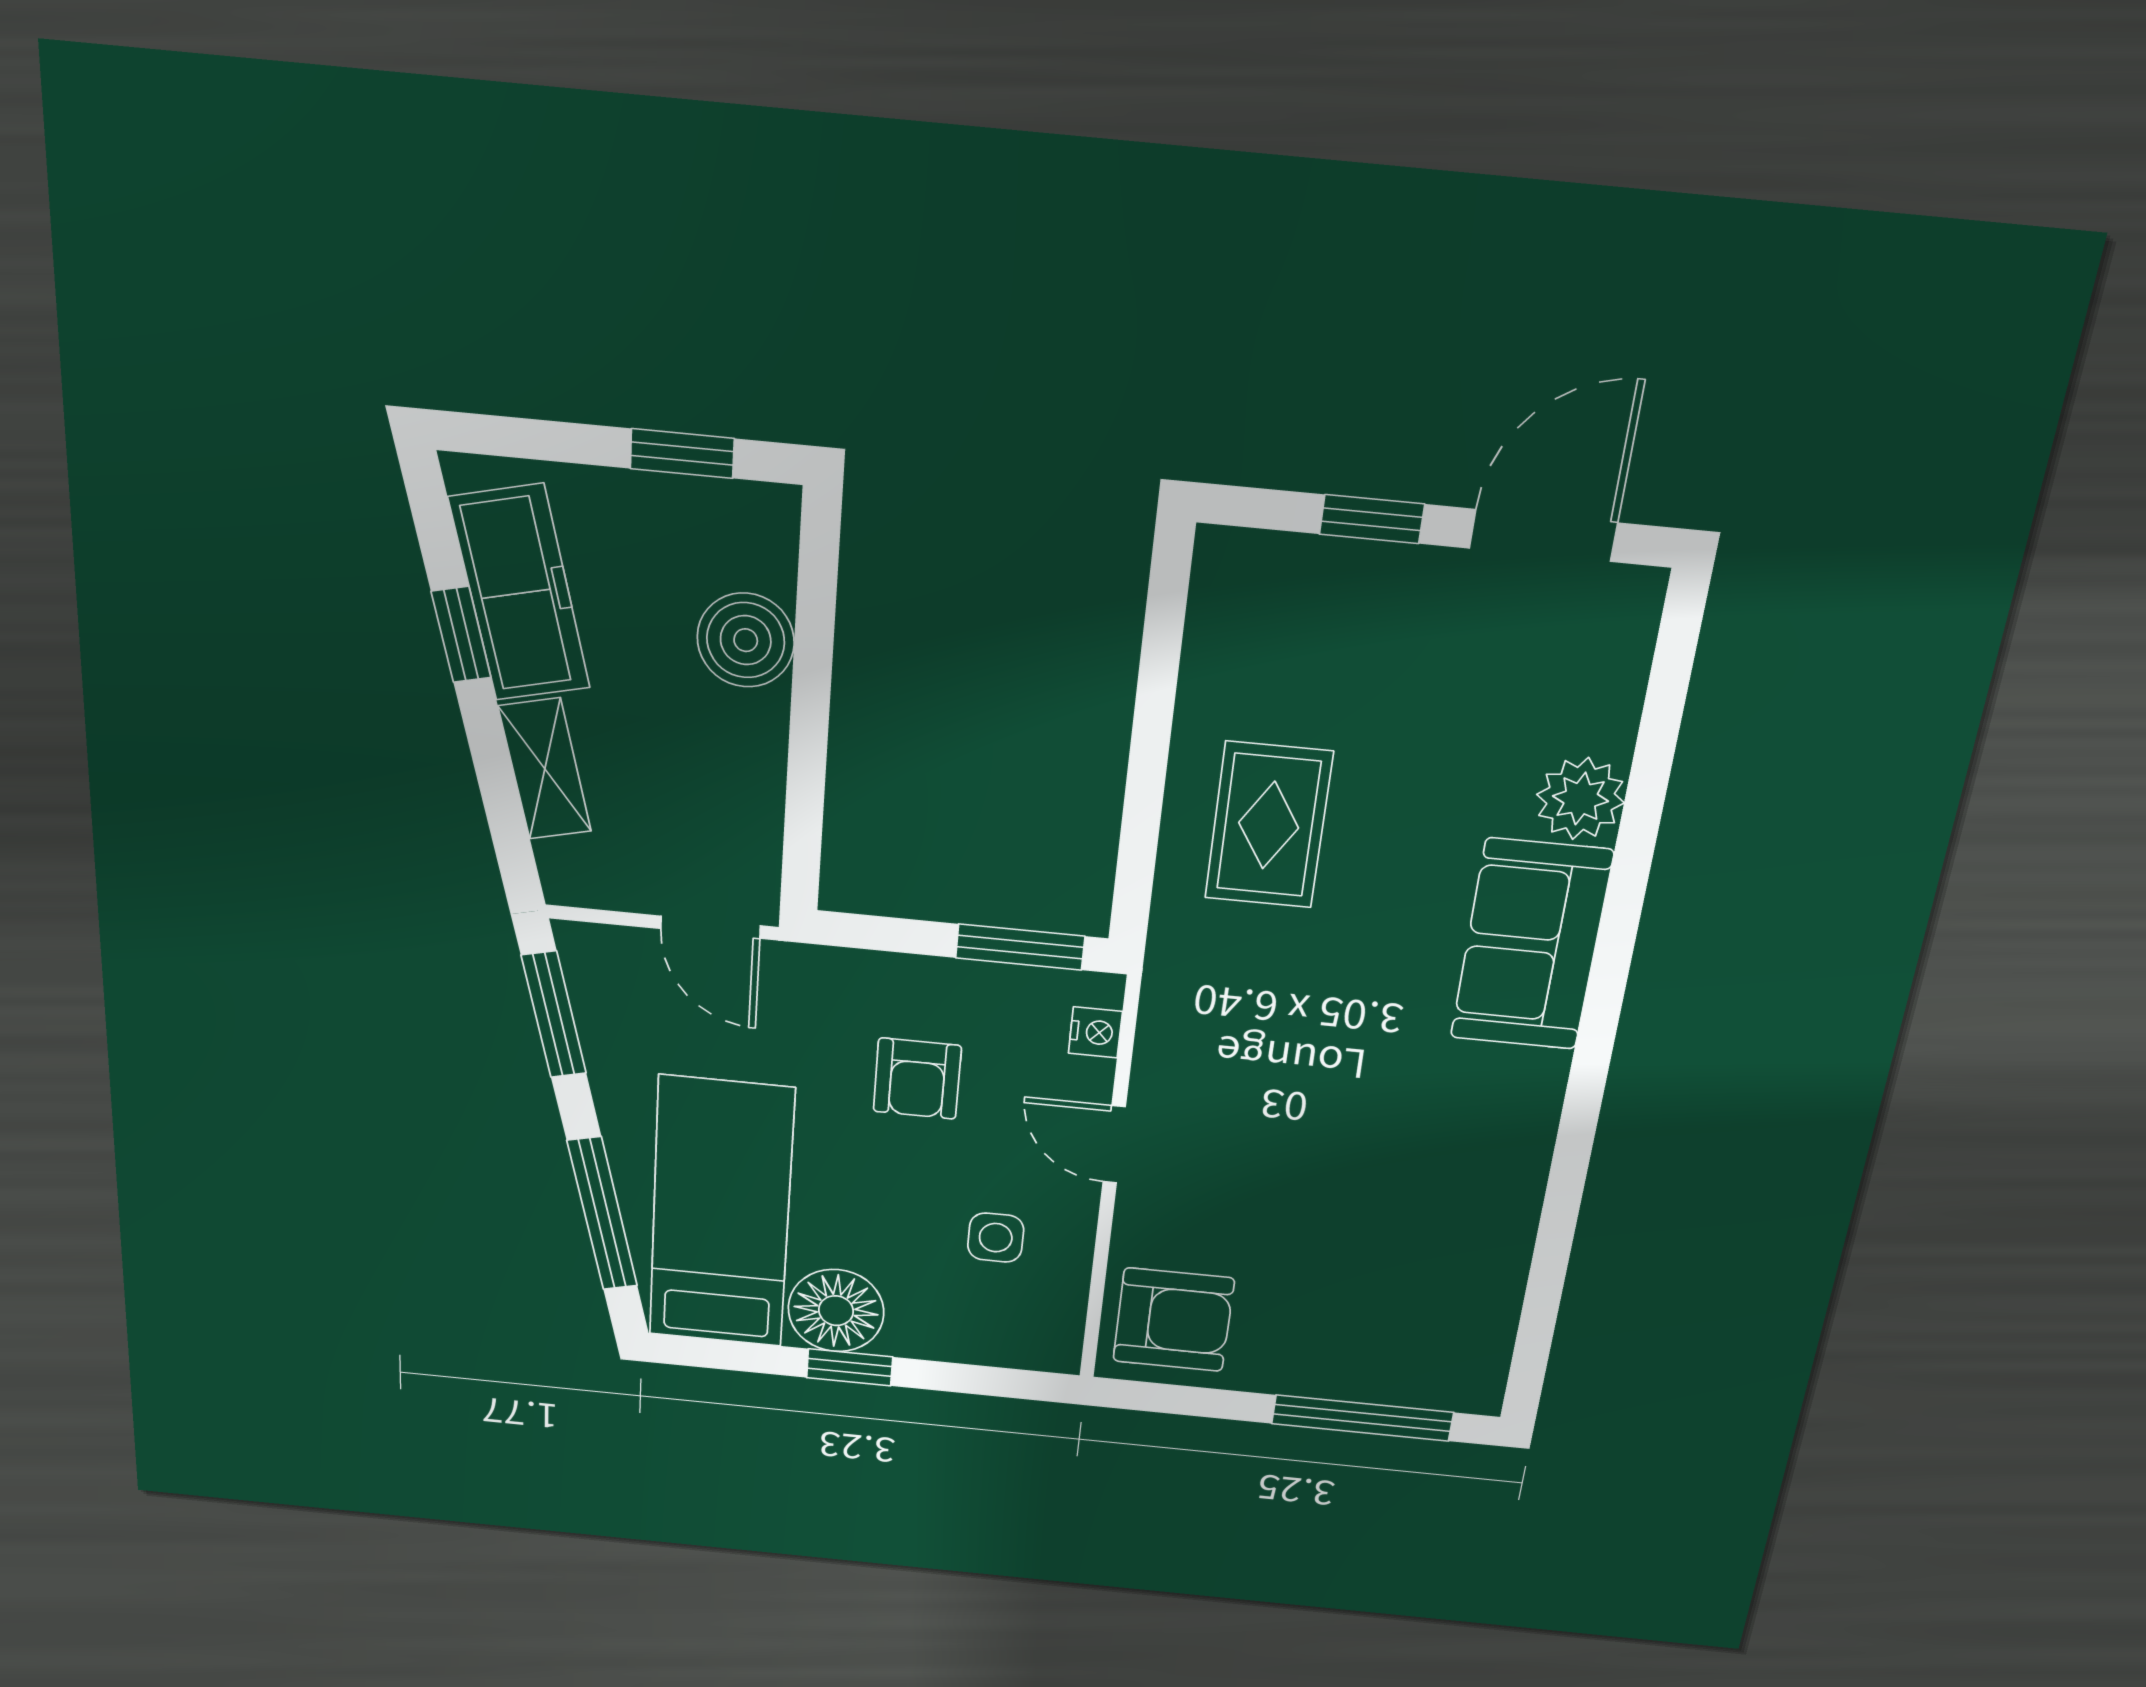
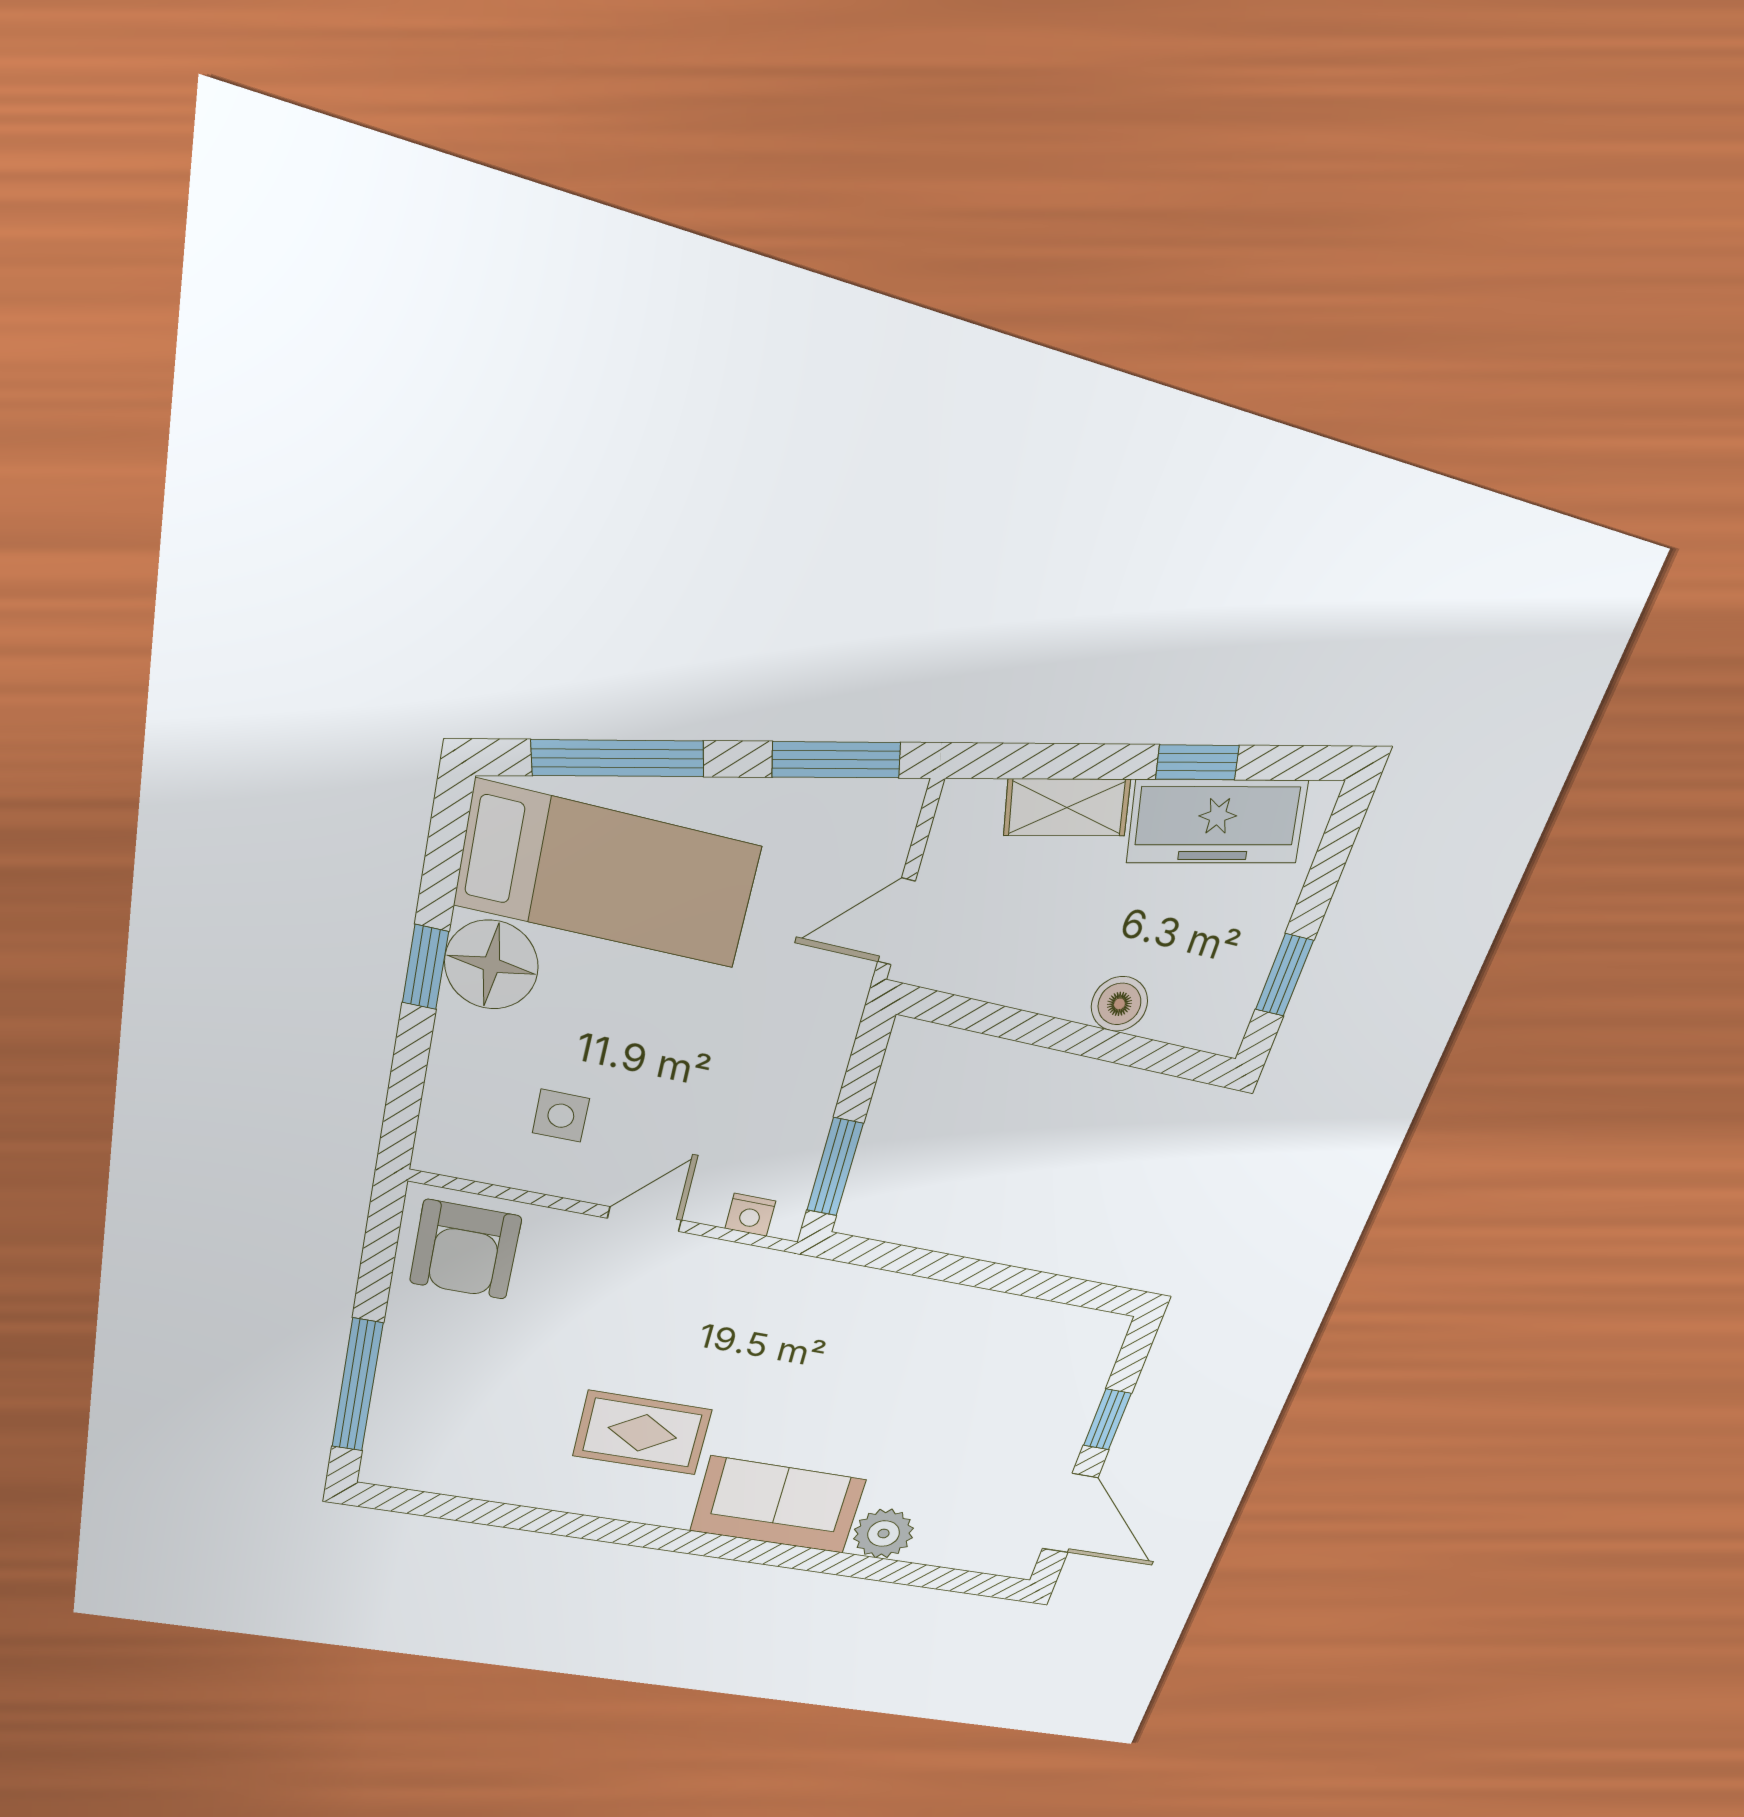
boiler: (746, 640) -> (1119, 1004), width x0.73, depth x0.73
rug: (1269, 825) -> (642, 1433), moved
armchair: (917, 1079) -> (727, 1072), removed

